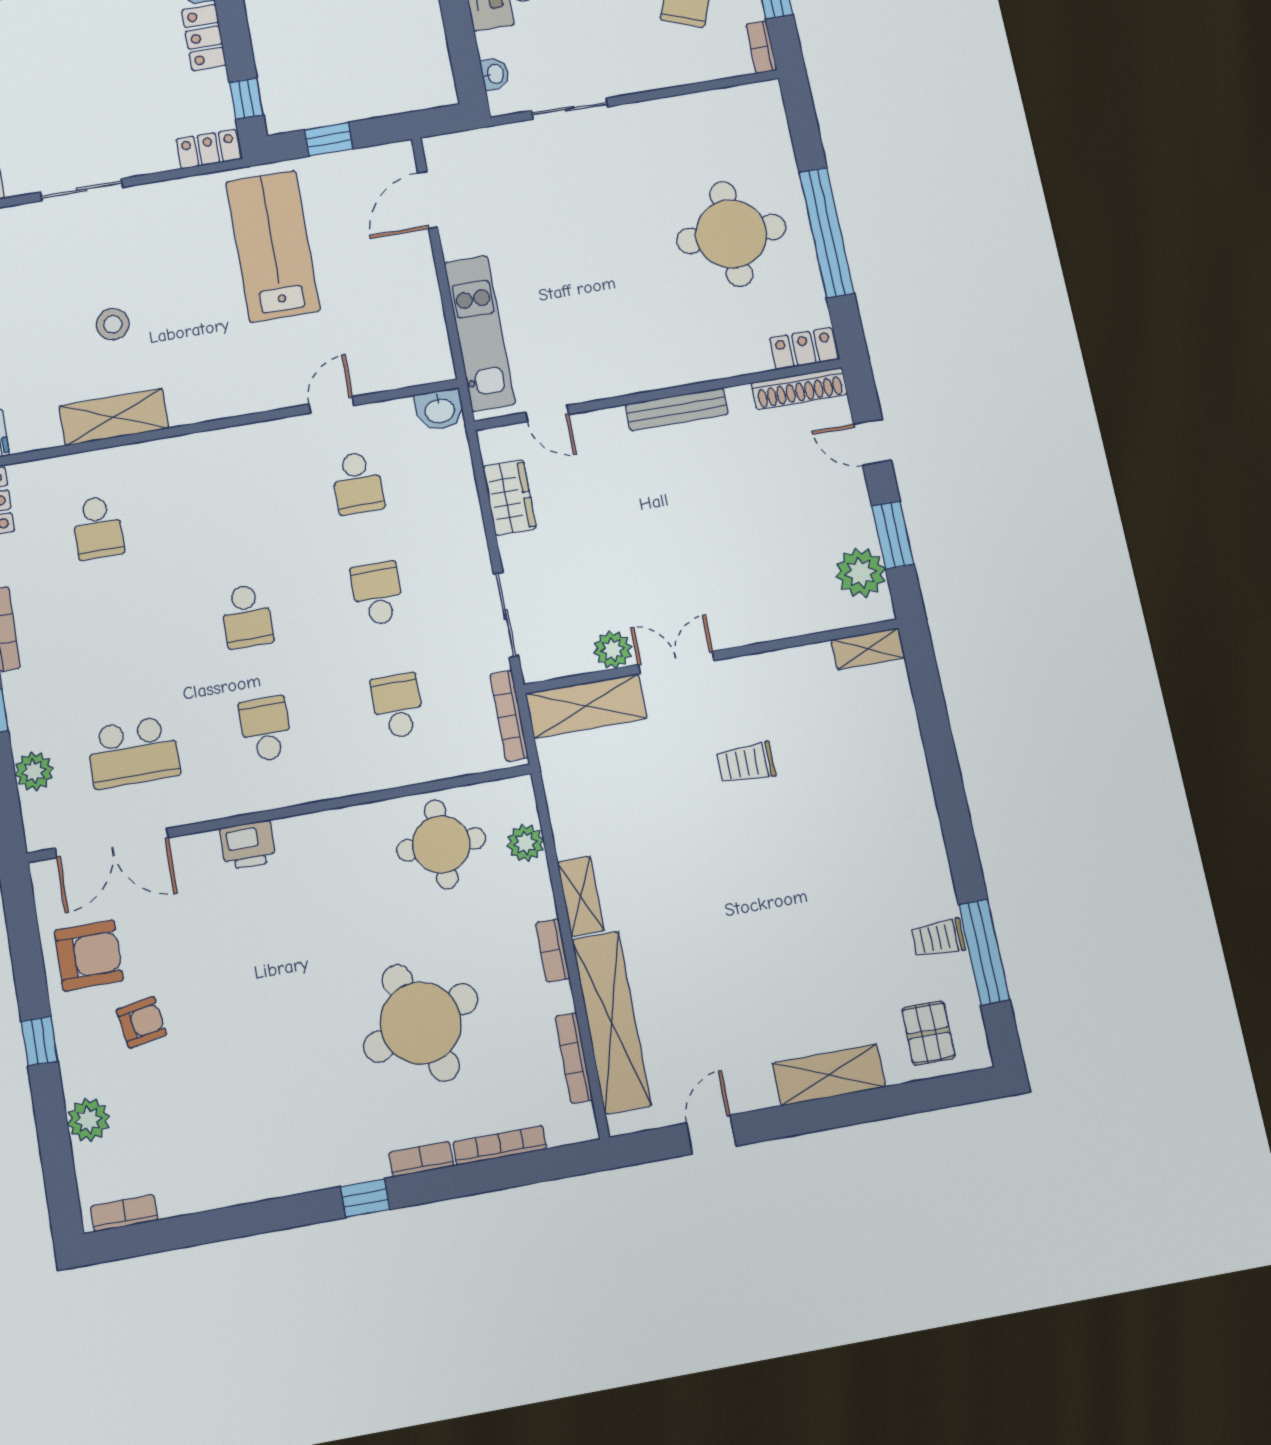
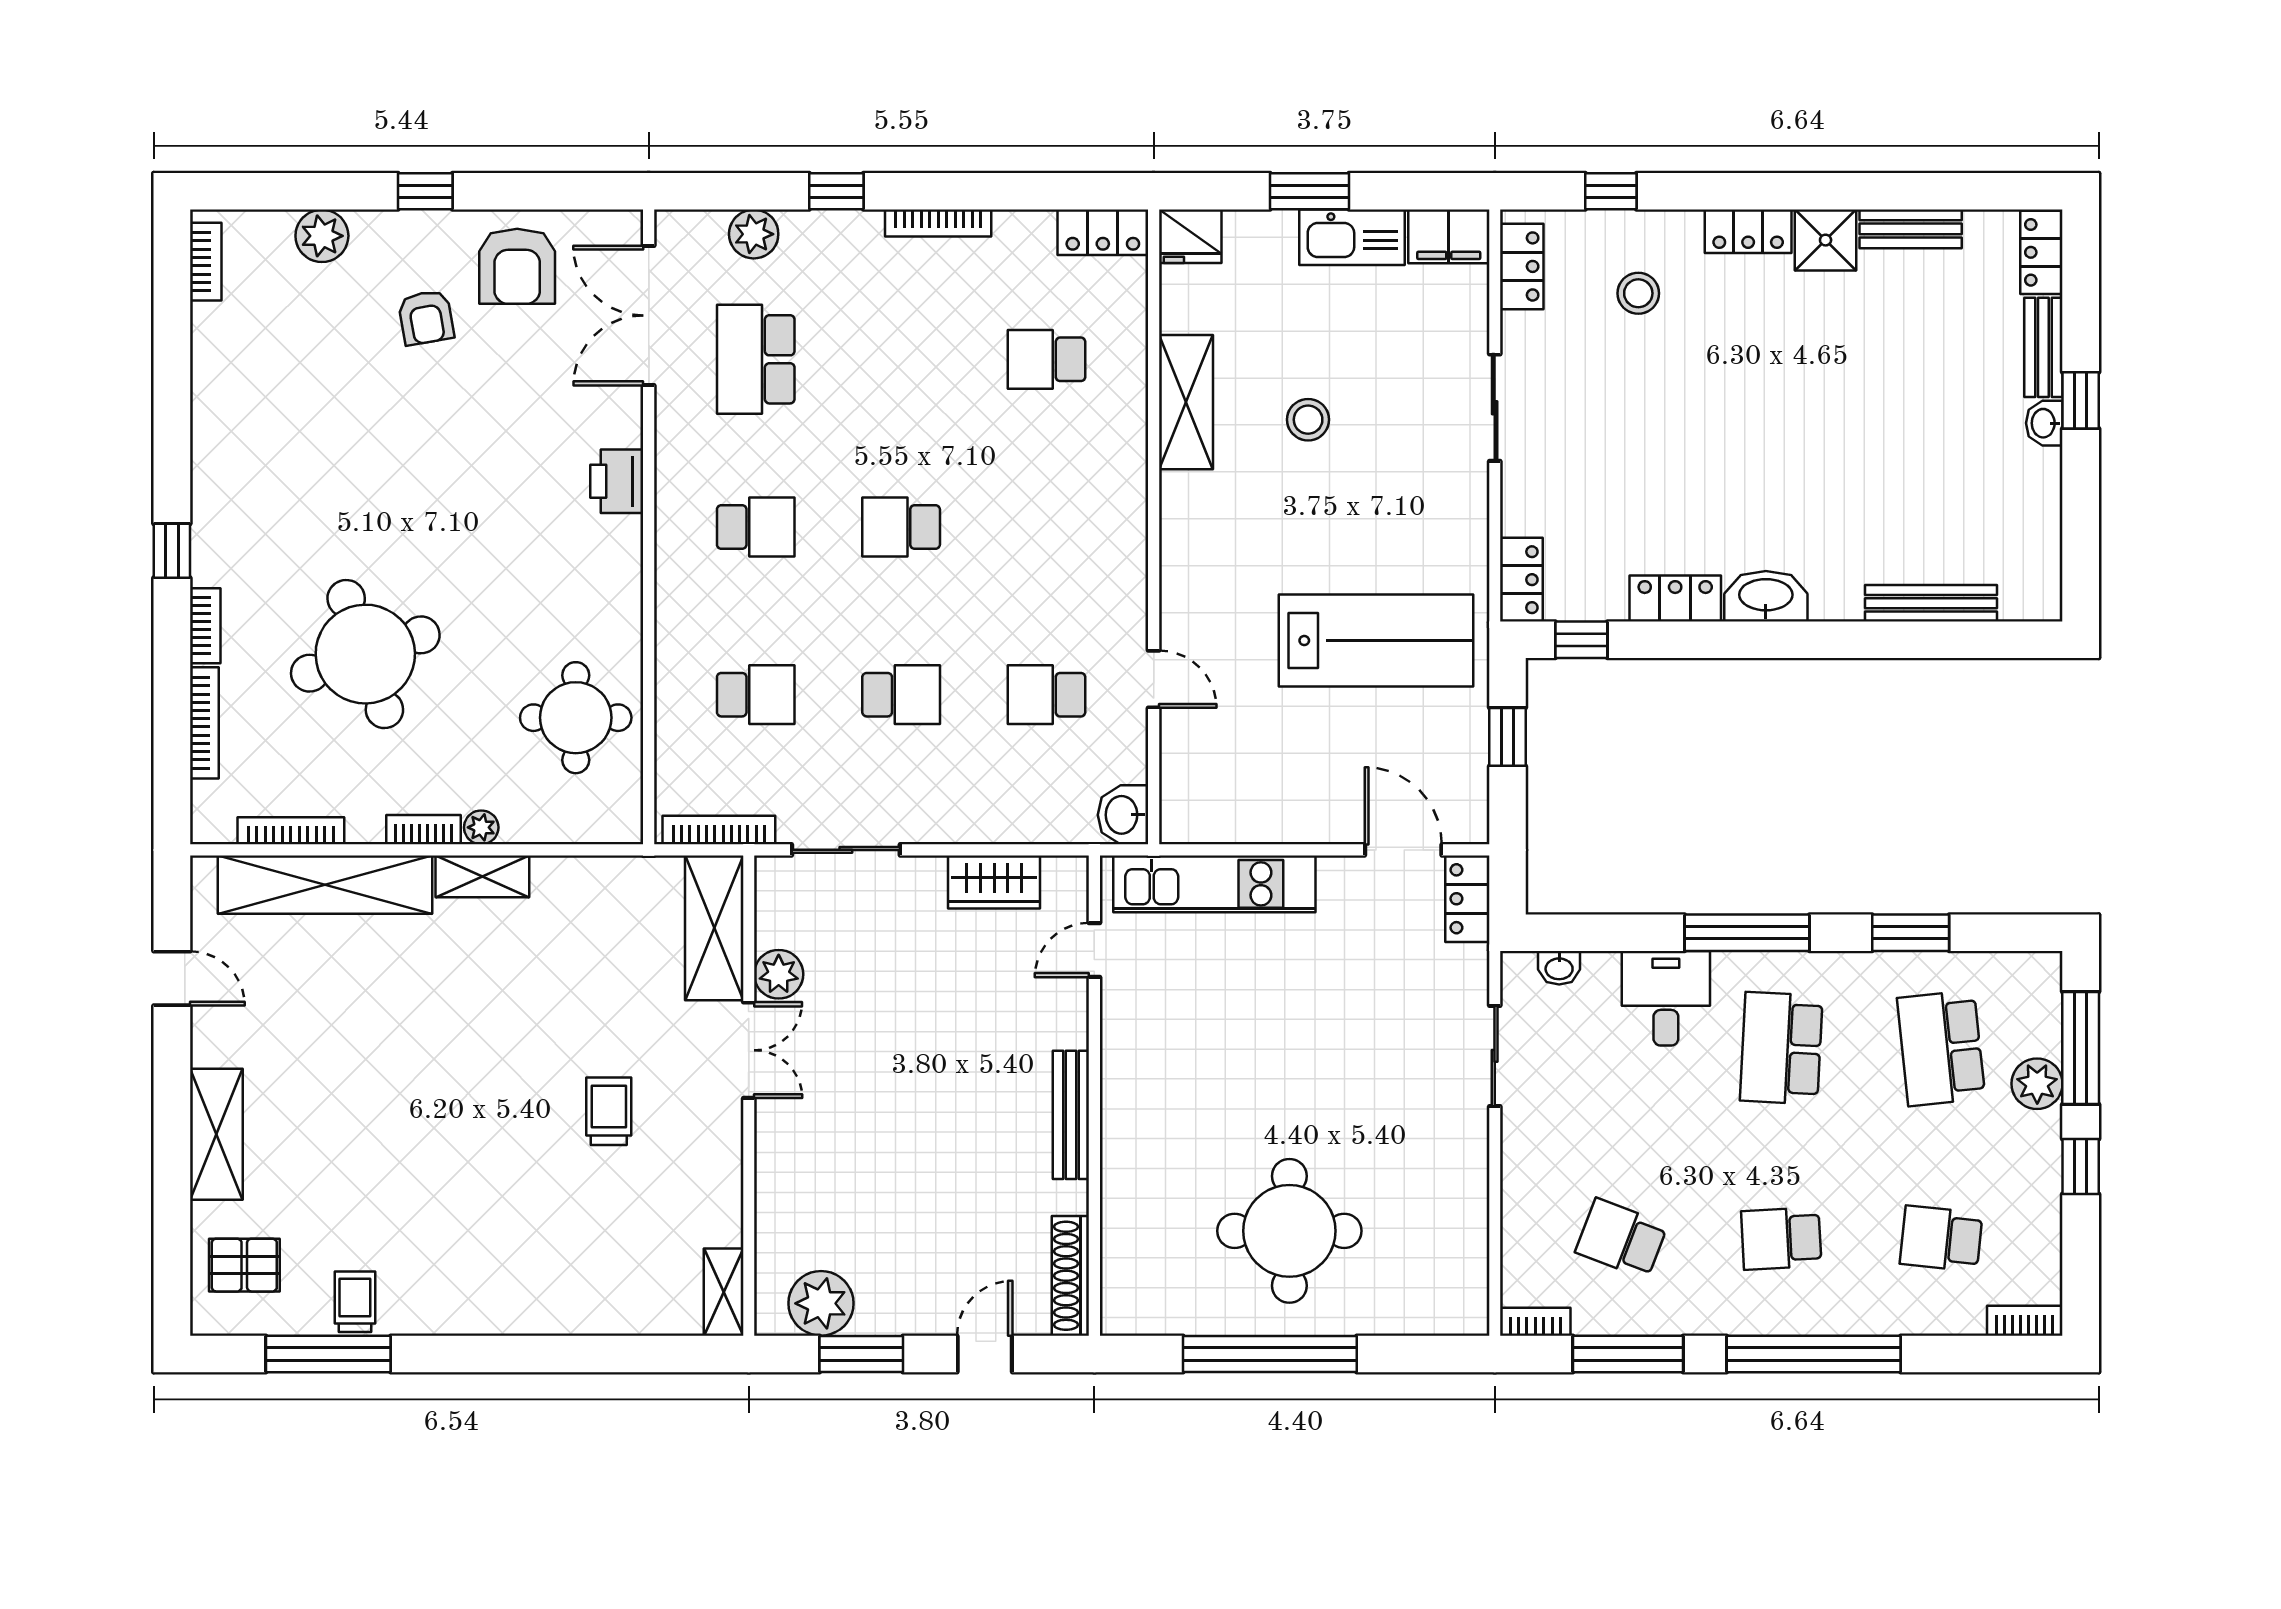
locker: (804, 349) -> (1467, 899), moved, turned 180
plant: (525, 843) -> (481, 827), moved, width x0.73, depth x0.73

